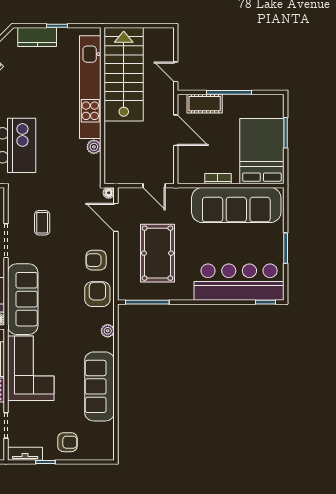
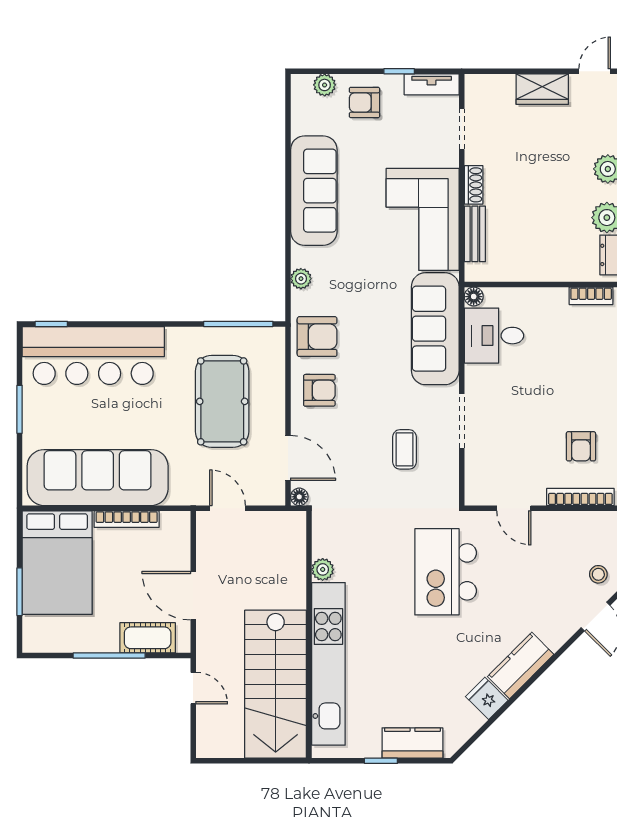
bookcase: (218, 179) -> (127, 519), width x1.56
armchair: (97, 294) -> (317, 337), turned -90
plant: (93, 453) -> (325, 85), added

